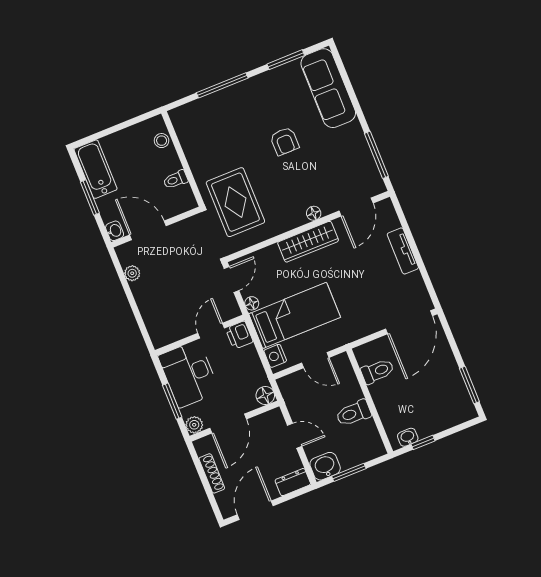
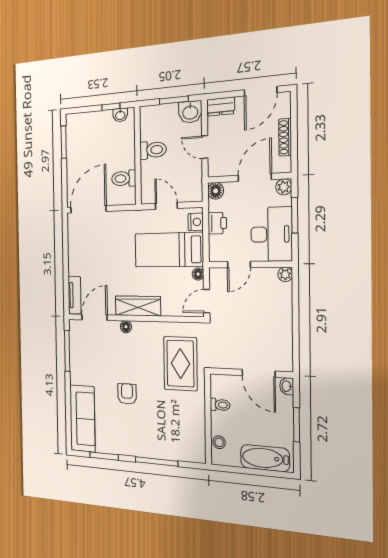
bathtub: (96, 169) -> (265, 458), moved, turned 90
tv unit: (403, 251) -> (74, 295), moved
plant: (132, 273) -> (285, 274), moved
printer: (239, 335) -> (217, 223), moved

